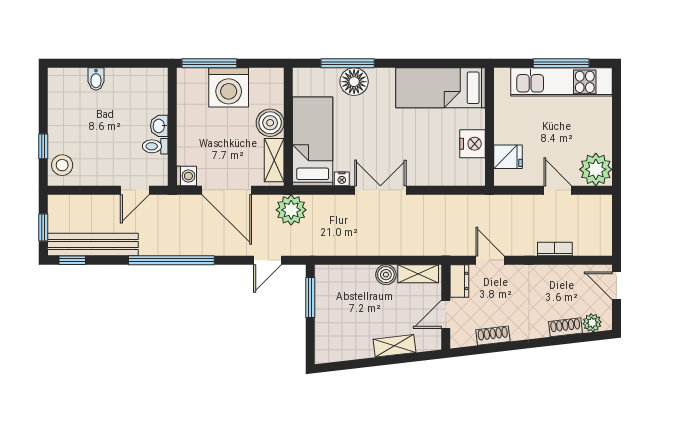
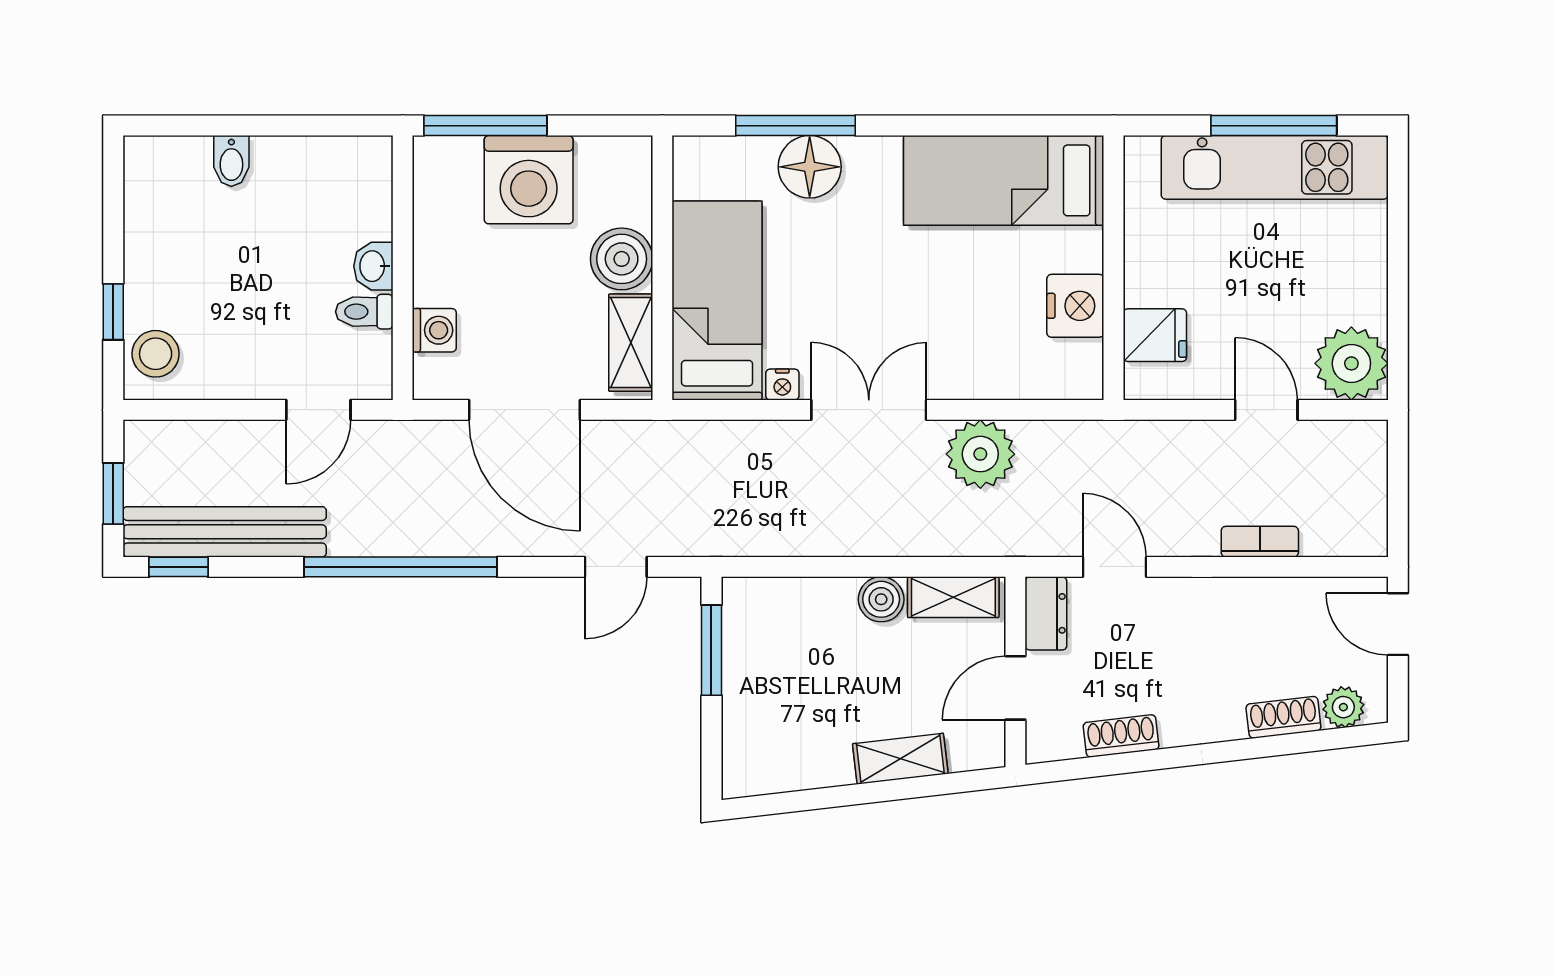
washing machine: (187, 176) -> (434, 330), moved
plant: (291, 210) -> (980, 454), moved

